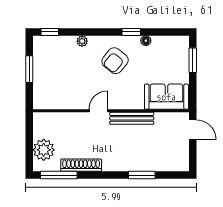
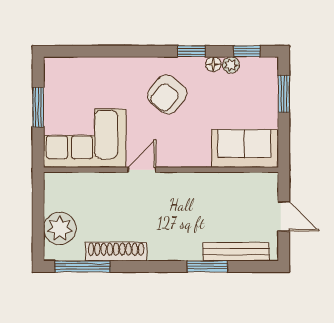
window: (50, 32) -> (247, 51), moved
plant: (82, 41) -> (231, 65), moved
corner sofa: (60, 90) -> (85, 138), added
bench: (132, 118) -> (236, 252), moved
door: (193, 130) -> (284, 216), moved

